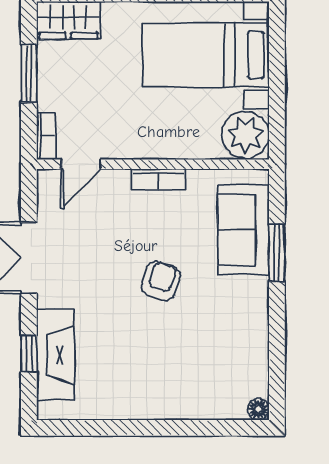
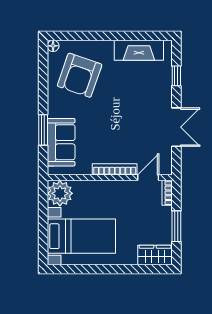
bookcase: (158, 179) -> (115, 169), width x1.56
armchair: (161, 281) -> (80, 75), moved, width x1.88, depth x1.88
fireplace: (55, 355) -> (139, 50), moved, turned -90

